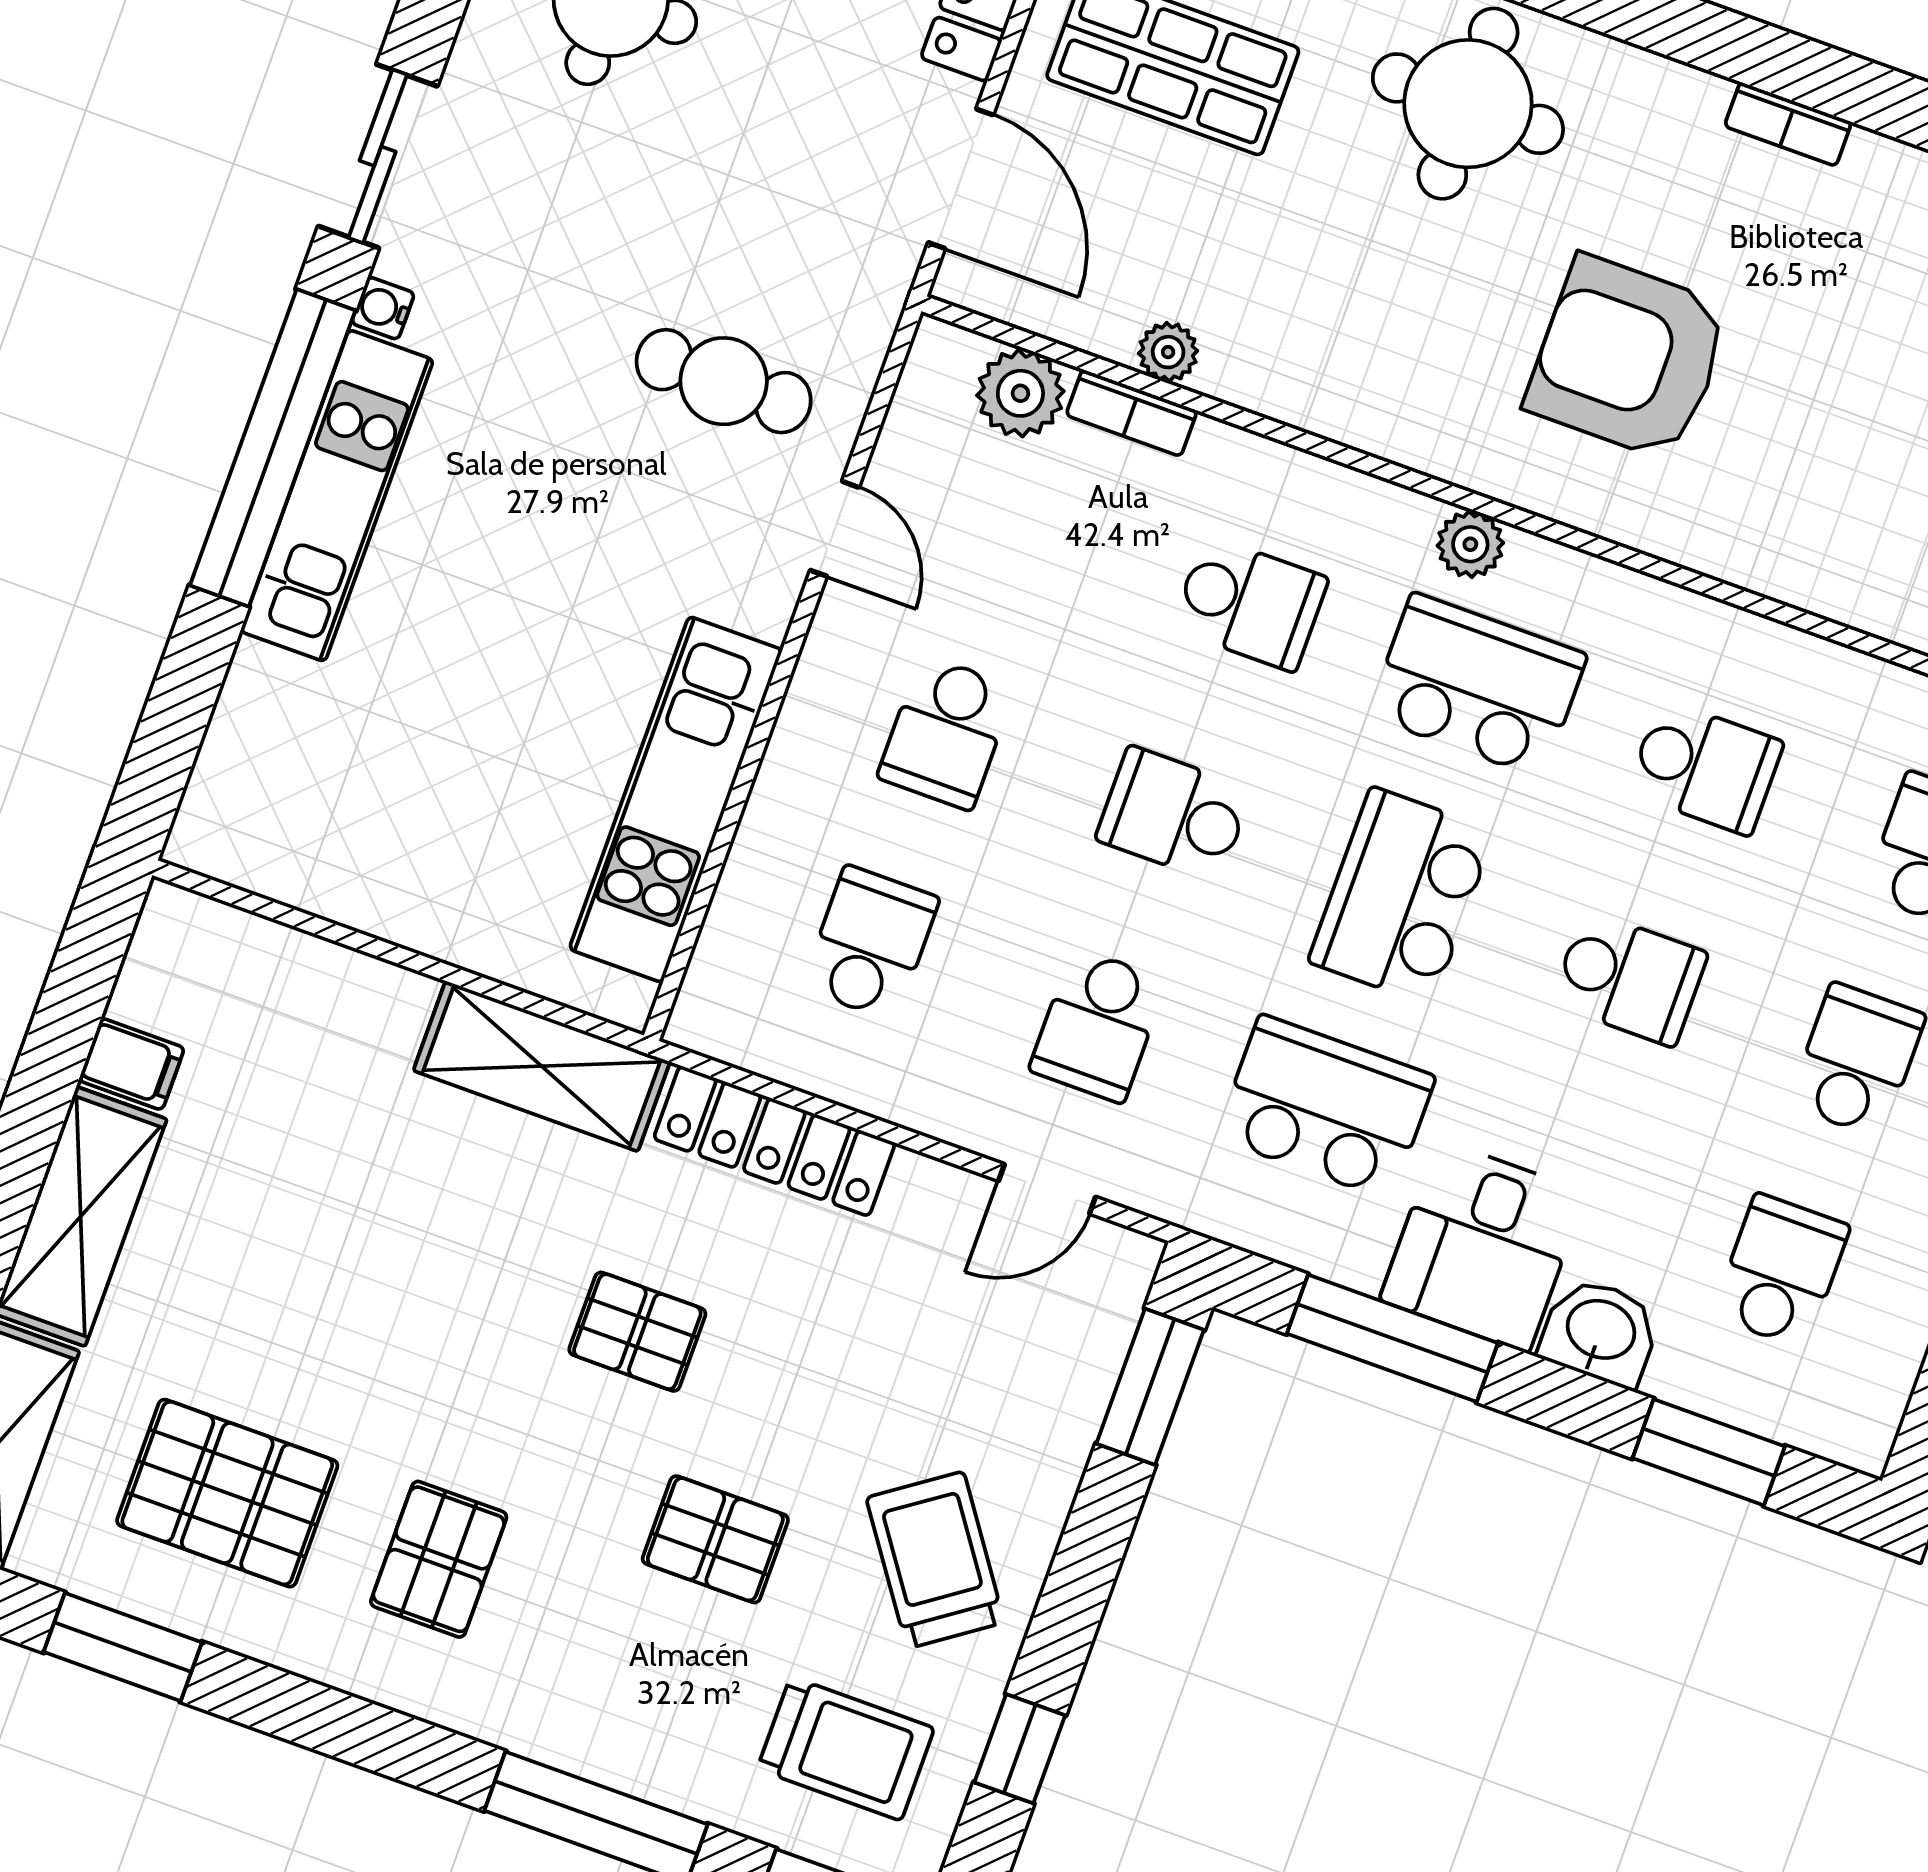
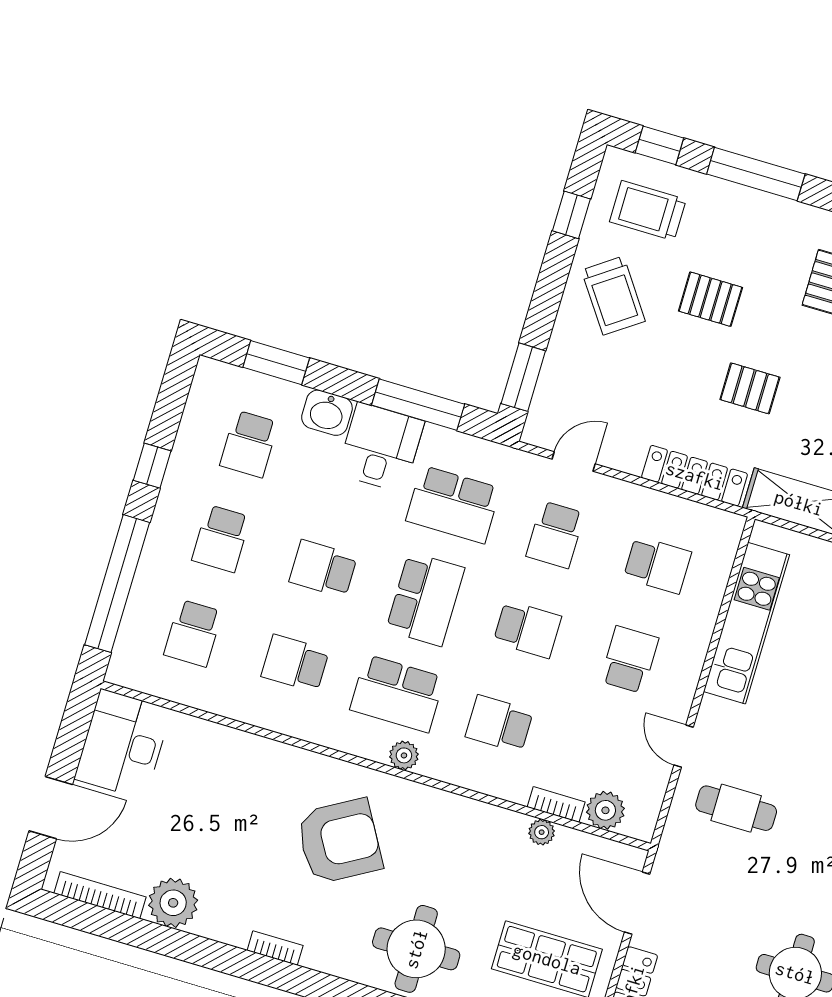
armchair: (1628, 358) -> (339, 841), turned -30
school desk: (870, 943) -> (657, 565), turned -90
school desk: (1098, 1025) -> (555, 535), turned 180

